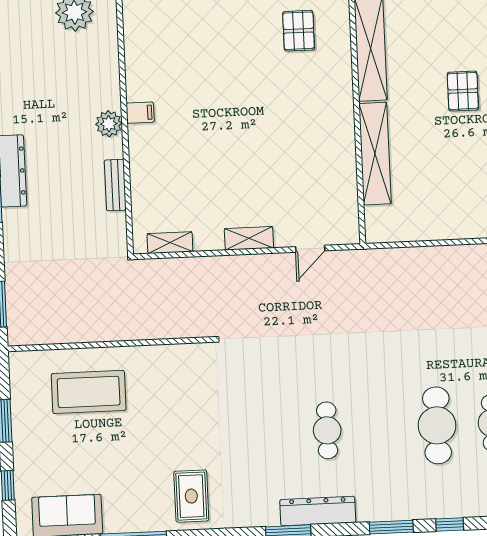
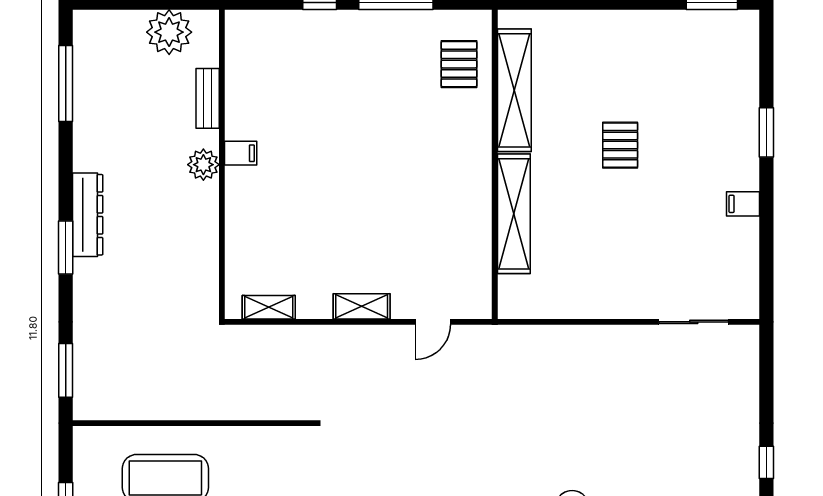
pallet: (299, 31) -> (459, 64), moved
bench: (115, 185) -> (208, 98), moved

